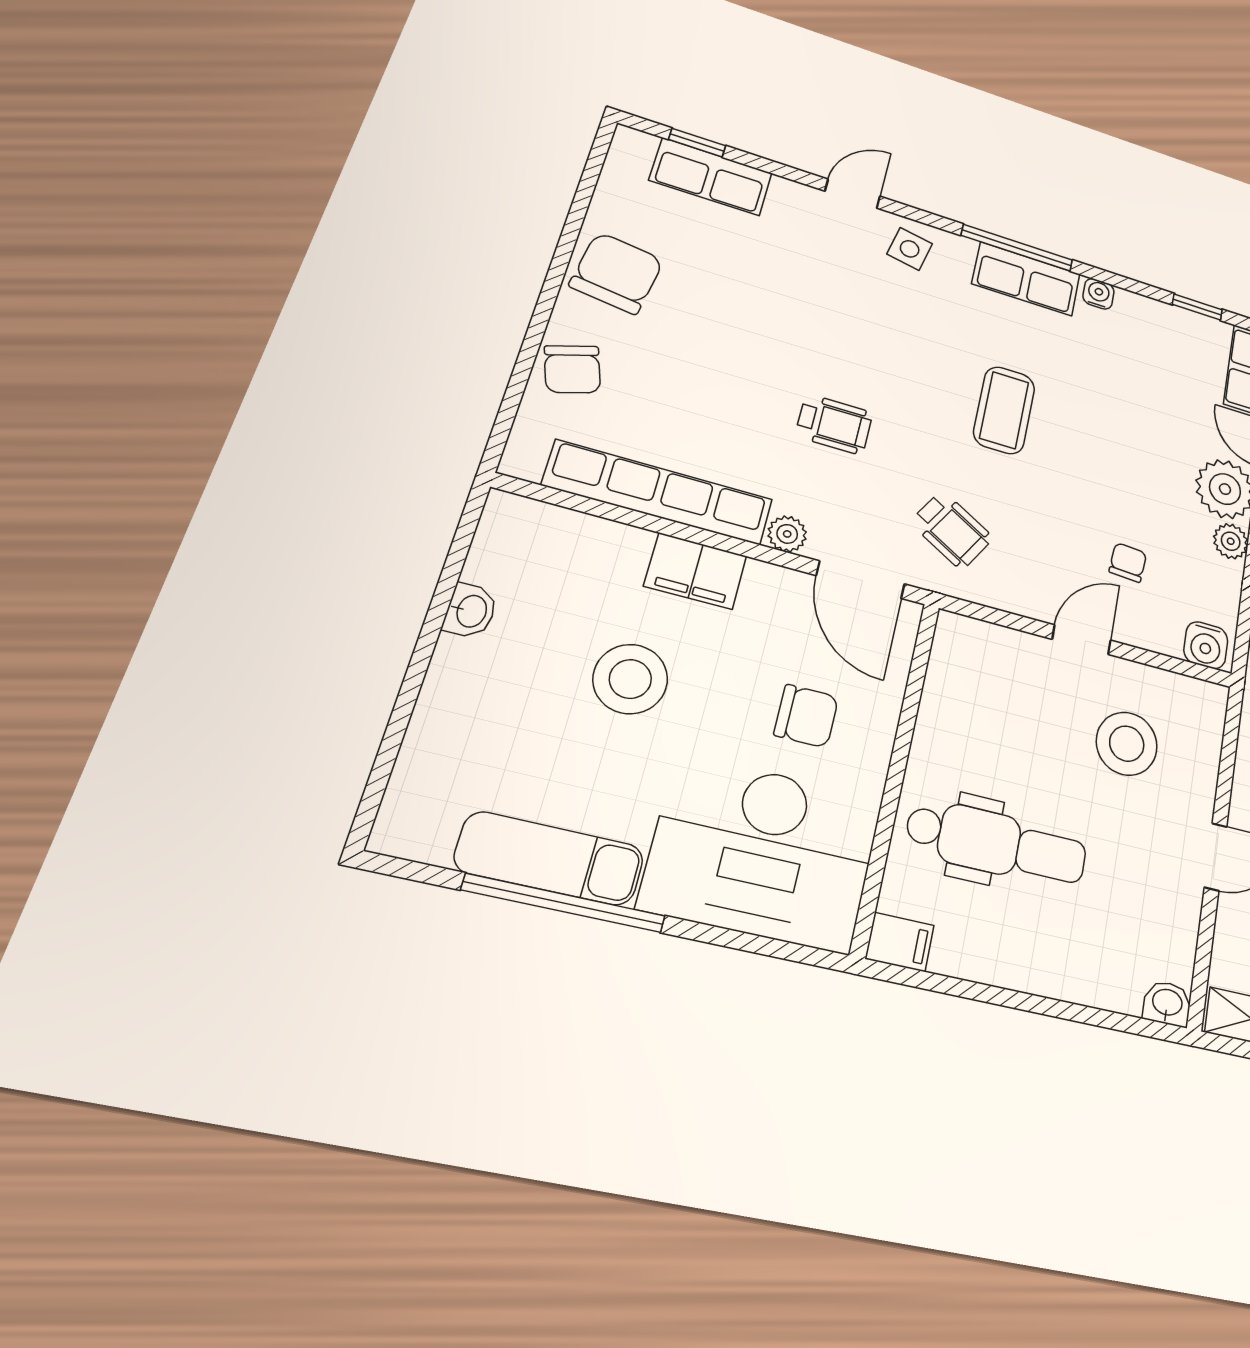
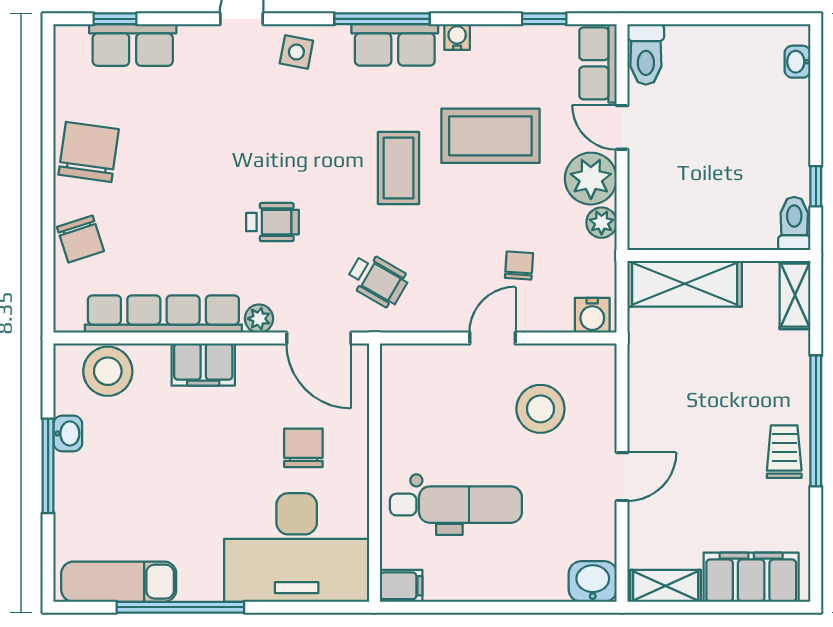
coffee table: (1118, 408) -> (490, 136), added
window: (425, 648) -> (48, 466), added
stool: (630, 679) -> (108, 371), moved
chair: (806, 716) -> (303, 448), turned -90
exam couch: (550, 859) -> (119, 582), moved
washbasin: (1167, 1003) -> (593, 581), width x1.38, depth x1.45

